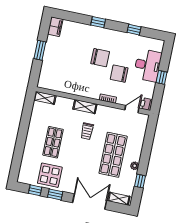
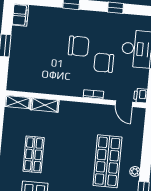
shelving: (85, 107) -> (45, 105), moved
door: (132, 109) -> (124, 104), swing flipped
trolley: (87, 131) -> (73, 136), removed

